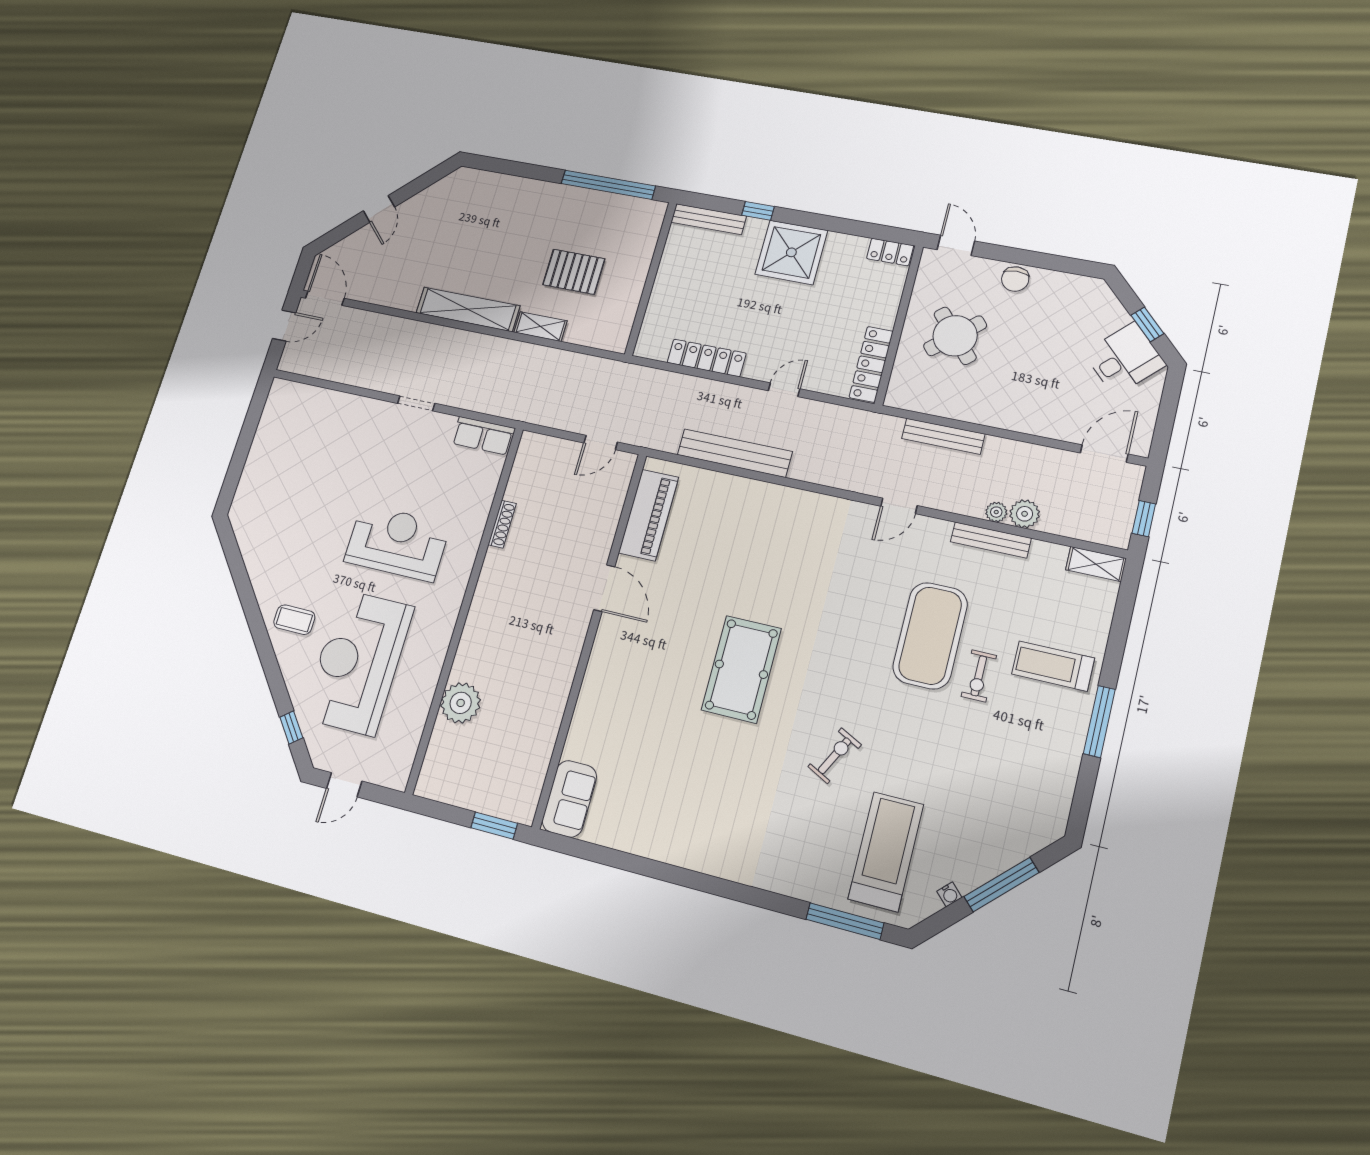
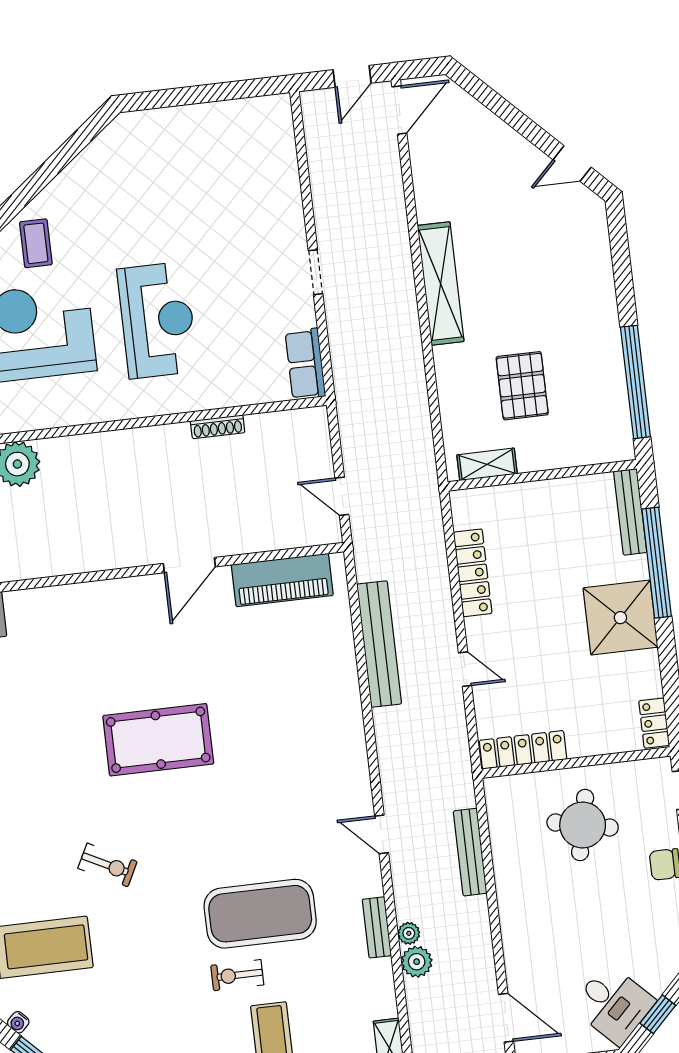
door: (379, 209) -> (572, 164), moved
window: (758, 211) -> (657, 563), width x3.17
door: (284, 326) -> (352, 76), hinge flipped
shelving: (540, 327) -> (487, 464), moved, turned 90
round table: (955, 336) -> (583, 825), turned -37
bench: (991, 540) -> (377, 927), width x0.73

